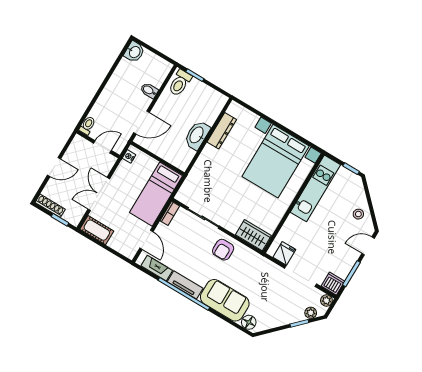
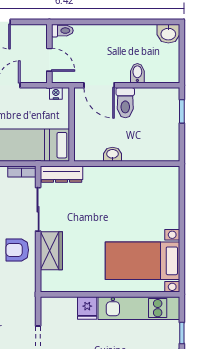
toilet: (180, 83) -> (125, 103), moved, turned -90
dresser: (222, 131) -> (62, 174), moved
washbasin: (197, 135) -> (112, 154), width x0.52, depth x0.69
bed with nightstands: (276, 161) -> (143, 261), width x0.73
wardrobe: (253, 235) -> (51, 251), moved
fridge: (284, 253) -> (87, 308), moved, turned 90

